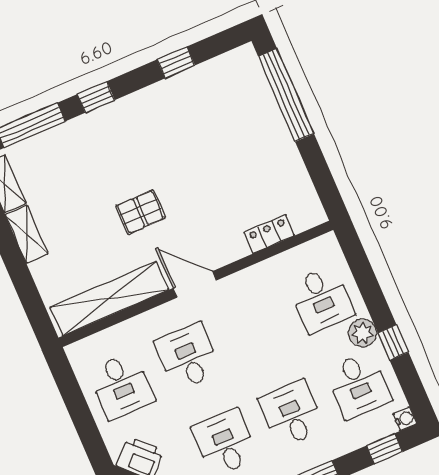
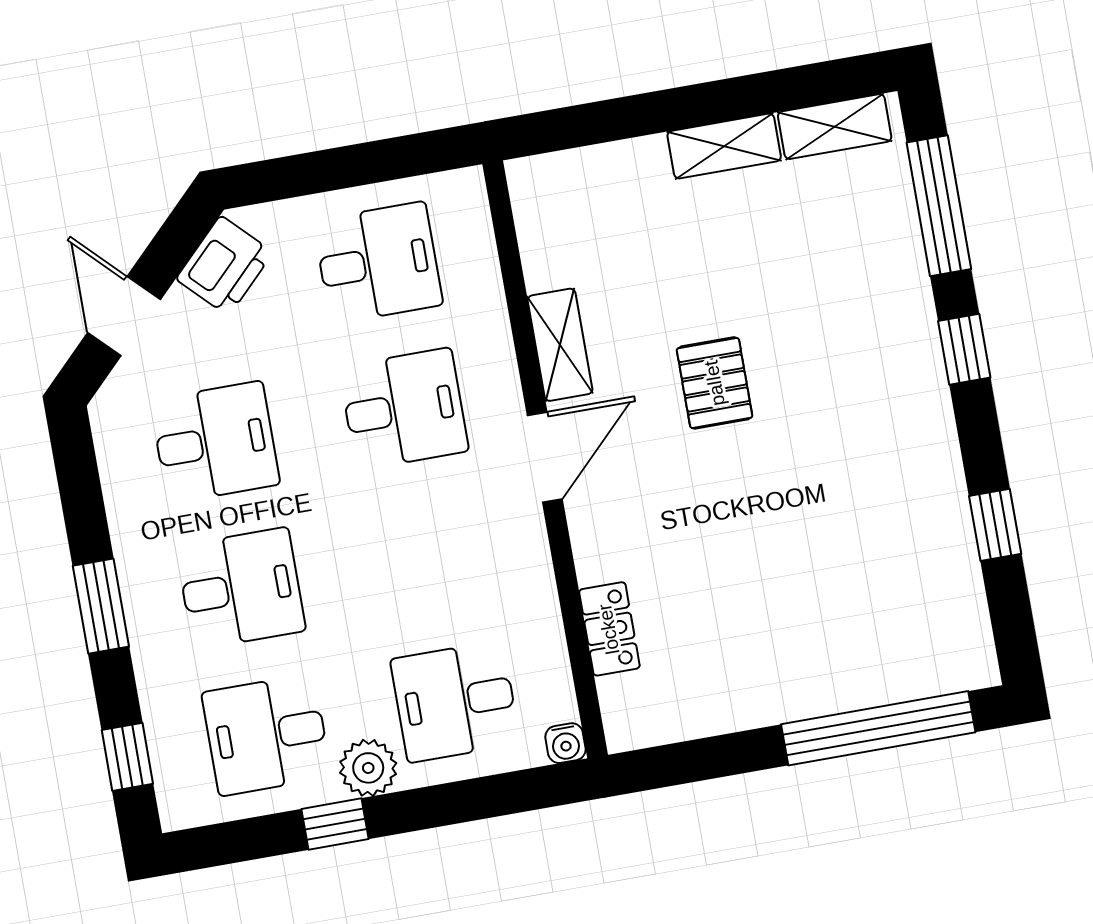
shelving: (109, 299) -> (560, 345), width x0.45, depth x0.75
desk: (121, 386) -> (378, 263), turned 180
water cooler: (405, 419) -> (565, 743), moved

